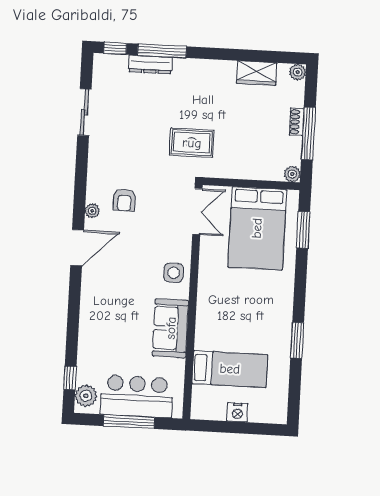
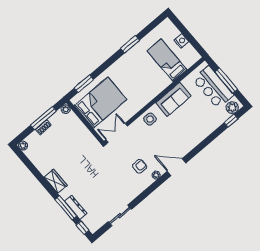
wardrobe: (257, 73) -> (56, 181), moved
rug: (192, 143) -> (91, 161), removed

